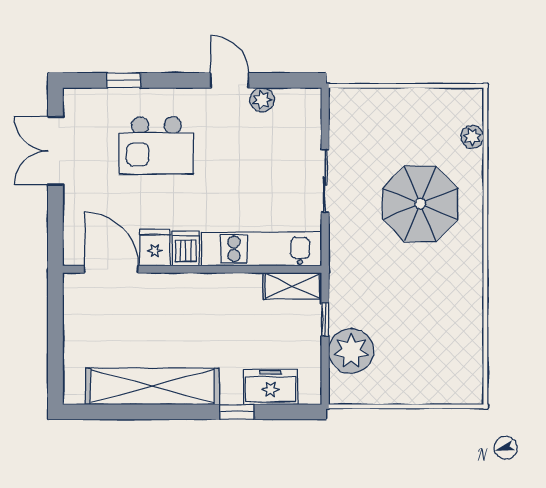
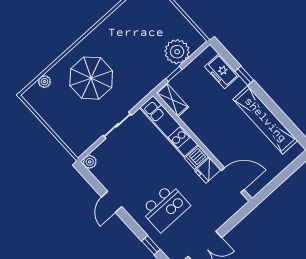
plant: (262, 100) -> (90, 162), moved
kitchen island: (156, 145) -> (165, 208), turned 90
door: (111, 269) -> (233, 180), swing flipped

